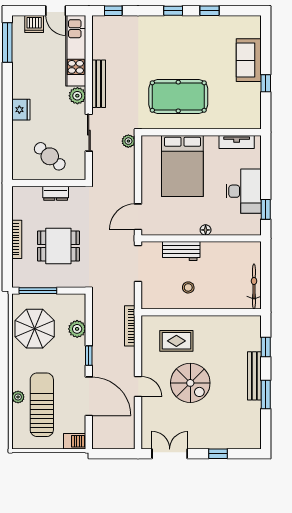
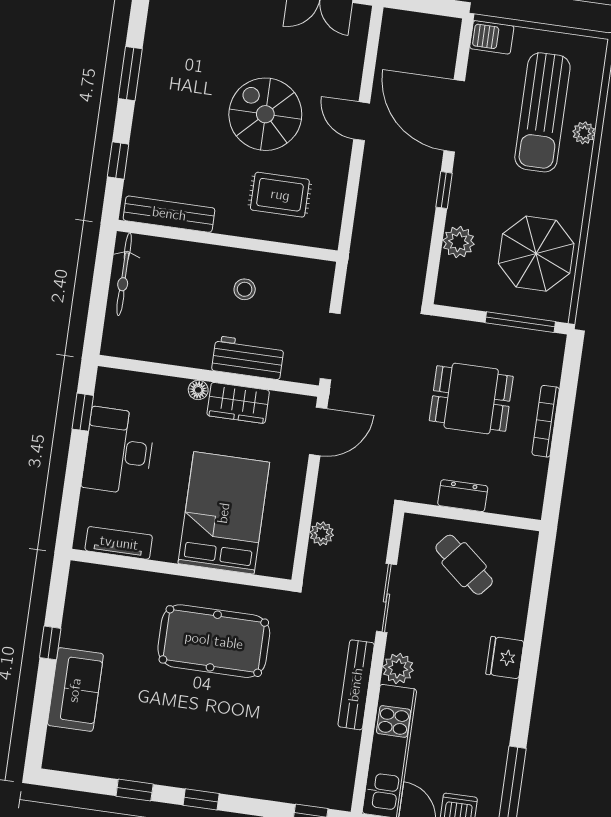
plant: (128, 141) -> (322, 534), moved
wardrobe: (183, 226) -> (238, 403), added
bookcase: (130, 326) -> (361, 234), removed
bench: (254, 376) -> (169, 214), moved, turned 90

